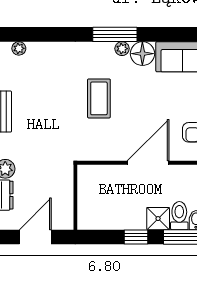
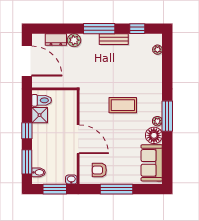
toilet: (179, 216) -> (42, 100), moved
shower: (158, 219) -> (40, 115), moved
door: (35, 237) -> (27, 61), width x1.36

